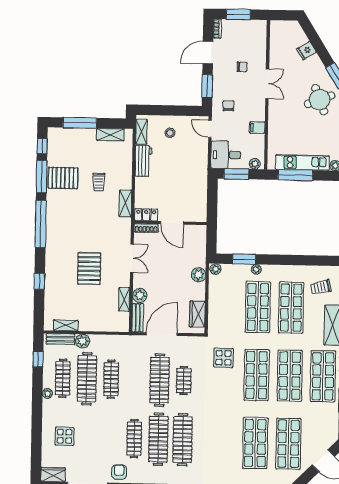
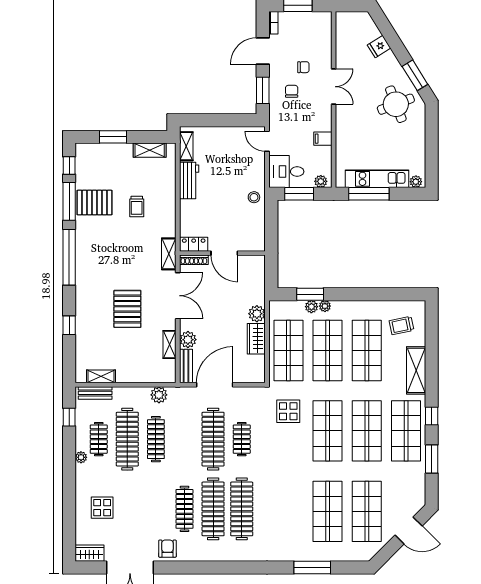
chair: (228, 106) -> (292, 91), moved
window: (80, 123) -> (113, 137), width x0.69
stool: (170, 133) -> (254, 197), moved
shelving: (125, 203) -> (169, 254), moved
double door: (132, 258) -> (178, 296), width x1.37
plant: (215, 269) -> (311, 307), moved
shop shelf: (225, 306) -> (288, 351), added
wardrobe: (197, 314) -> (256, 339), moved
plant: (83, 341) -> (159, 395), moved
clothes rail: (63, 378) -> (99, 439), width x0.73

